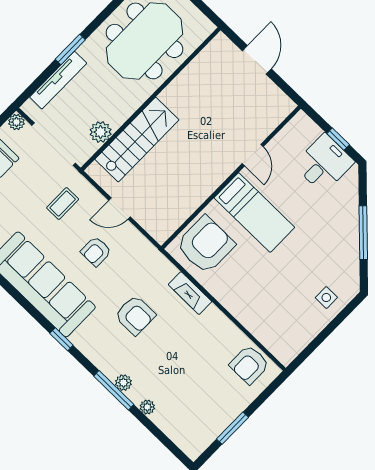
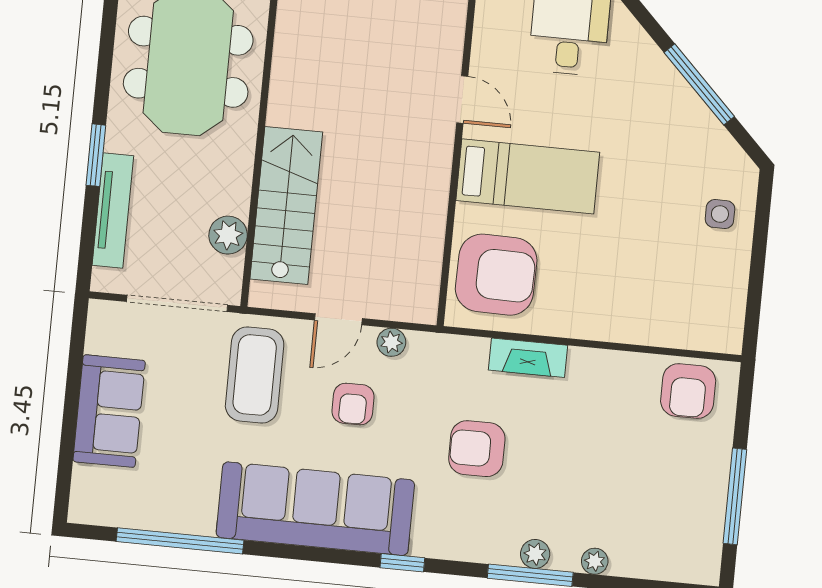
plant: (16, 122) -> (391, 342), moved
coffee table: (63, 204) -> (255, 375), width x1.86, depth x1.72
armchair: (205, 245) -> (496, 275), turned 91
armchair: (135, 315) -> (477, 449), turned 180
window: (233, 428) -> (735, 496), width x1.44

